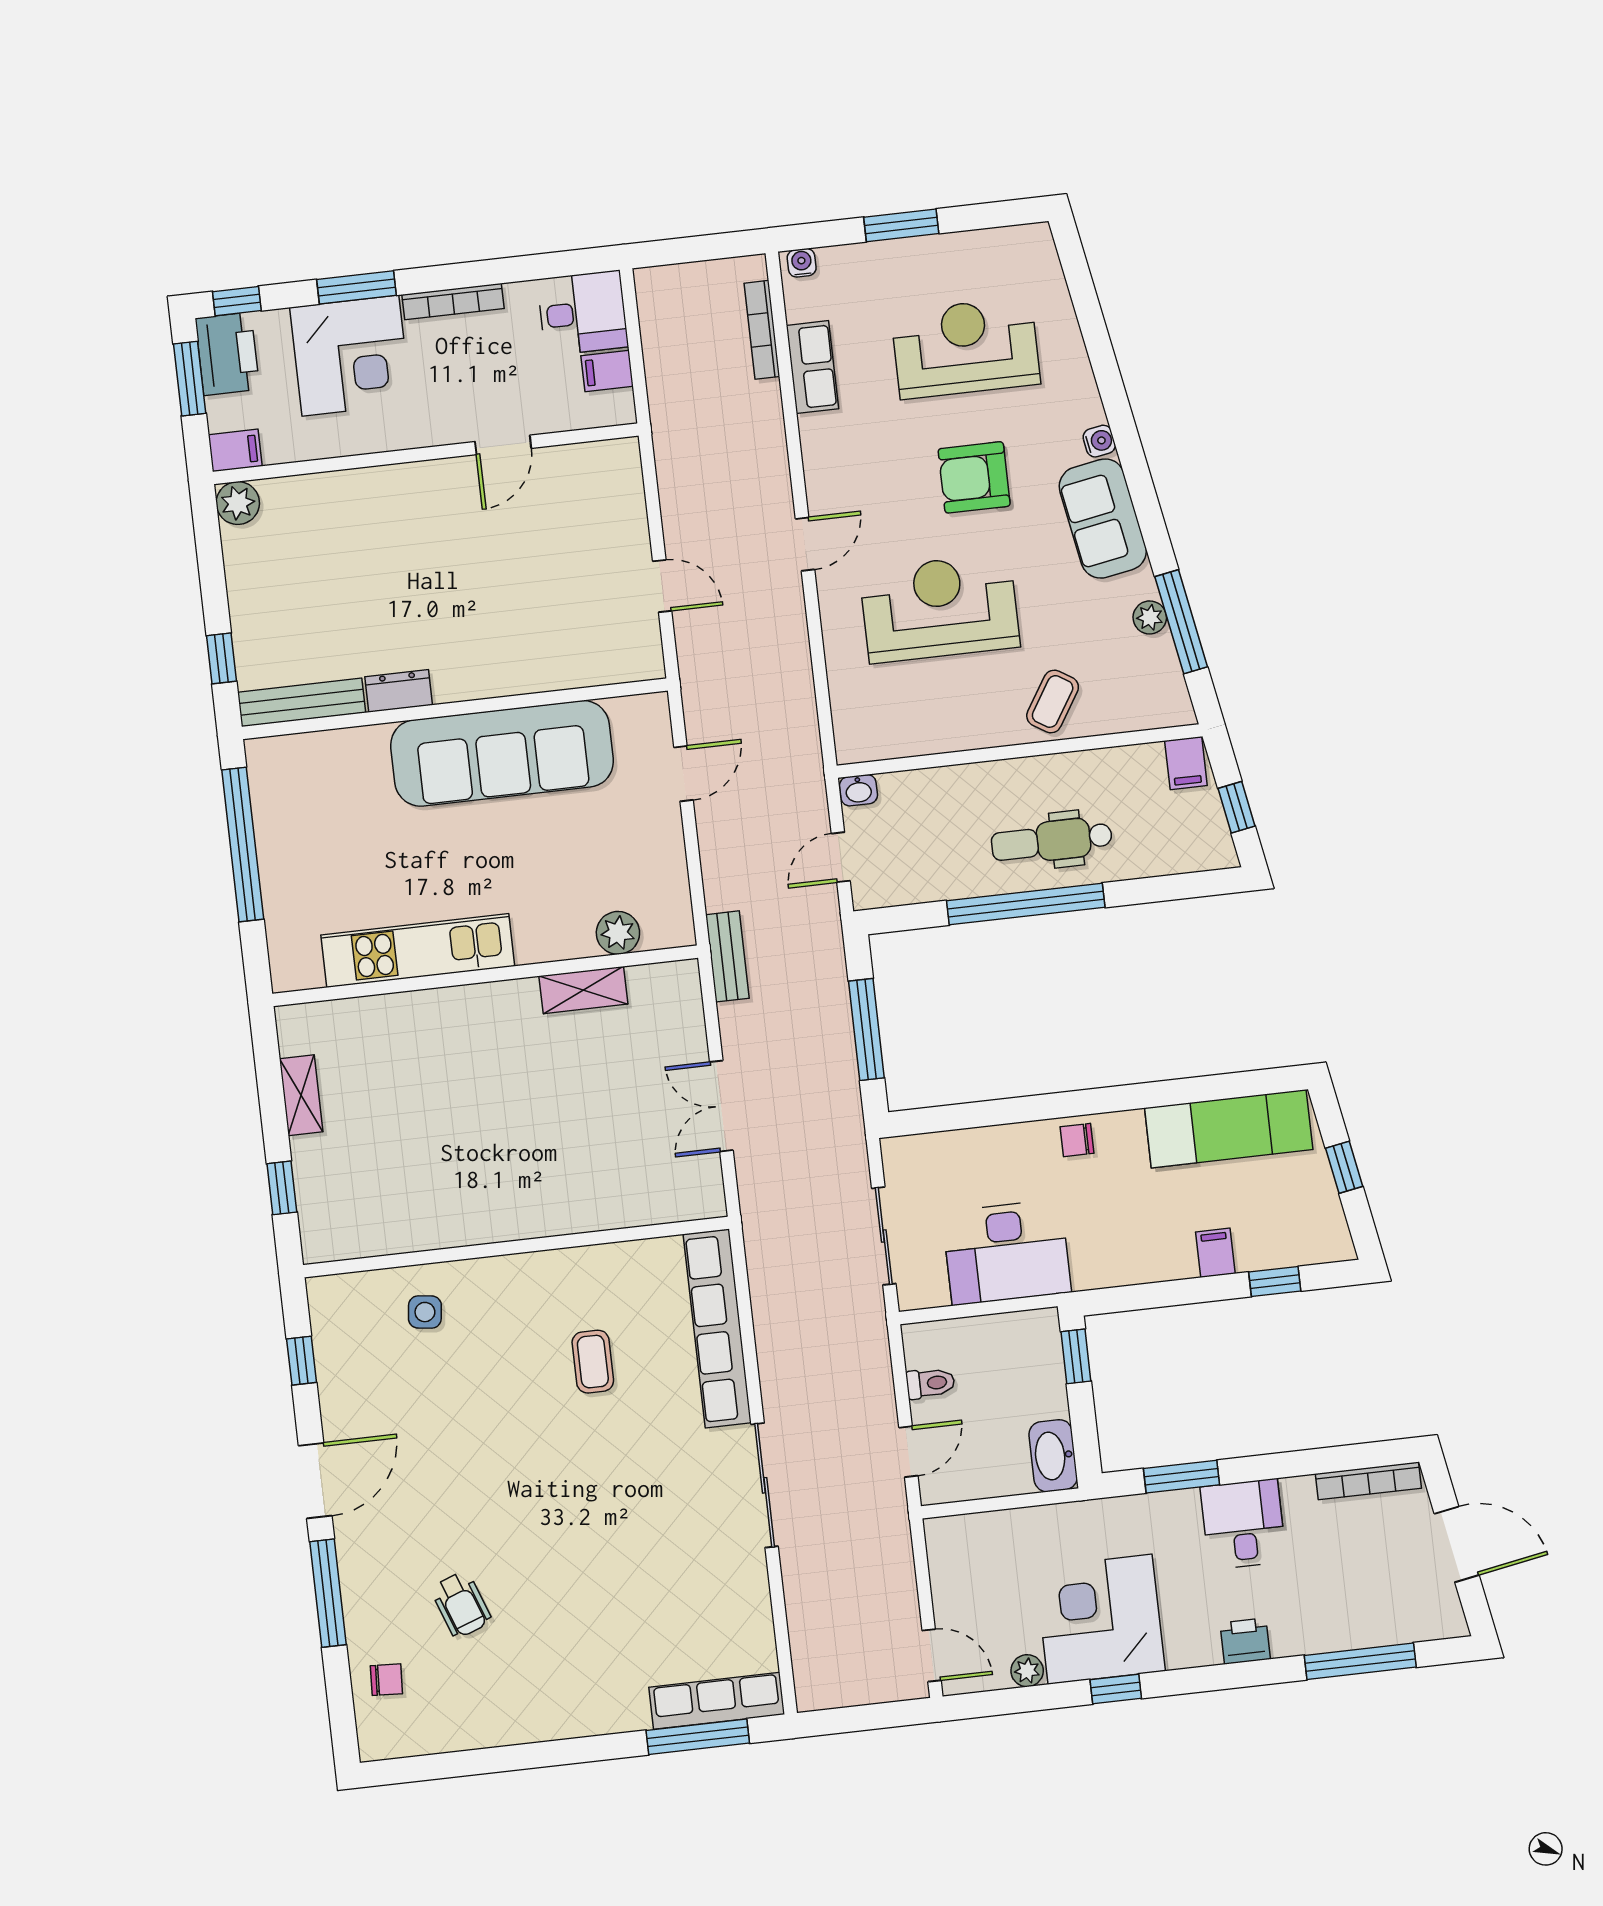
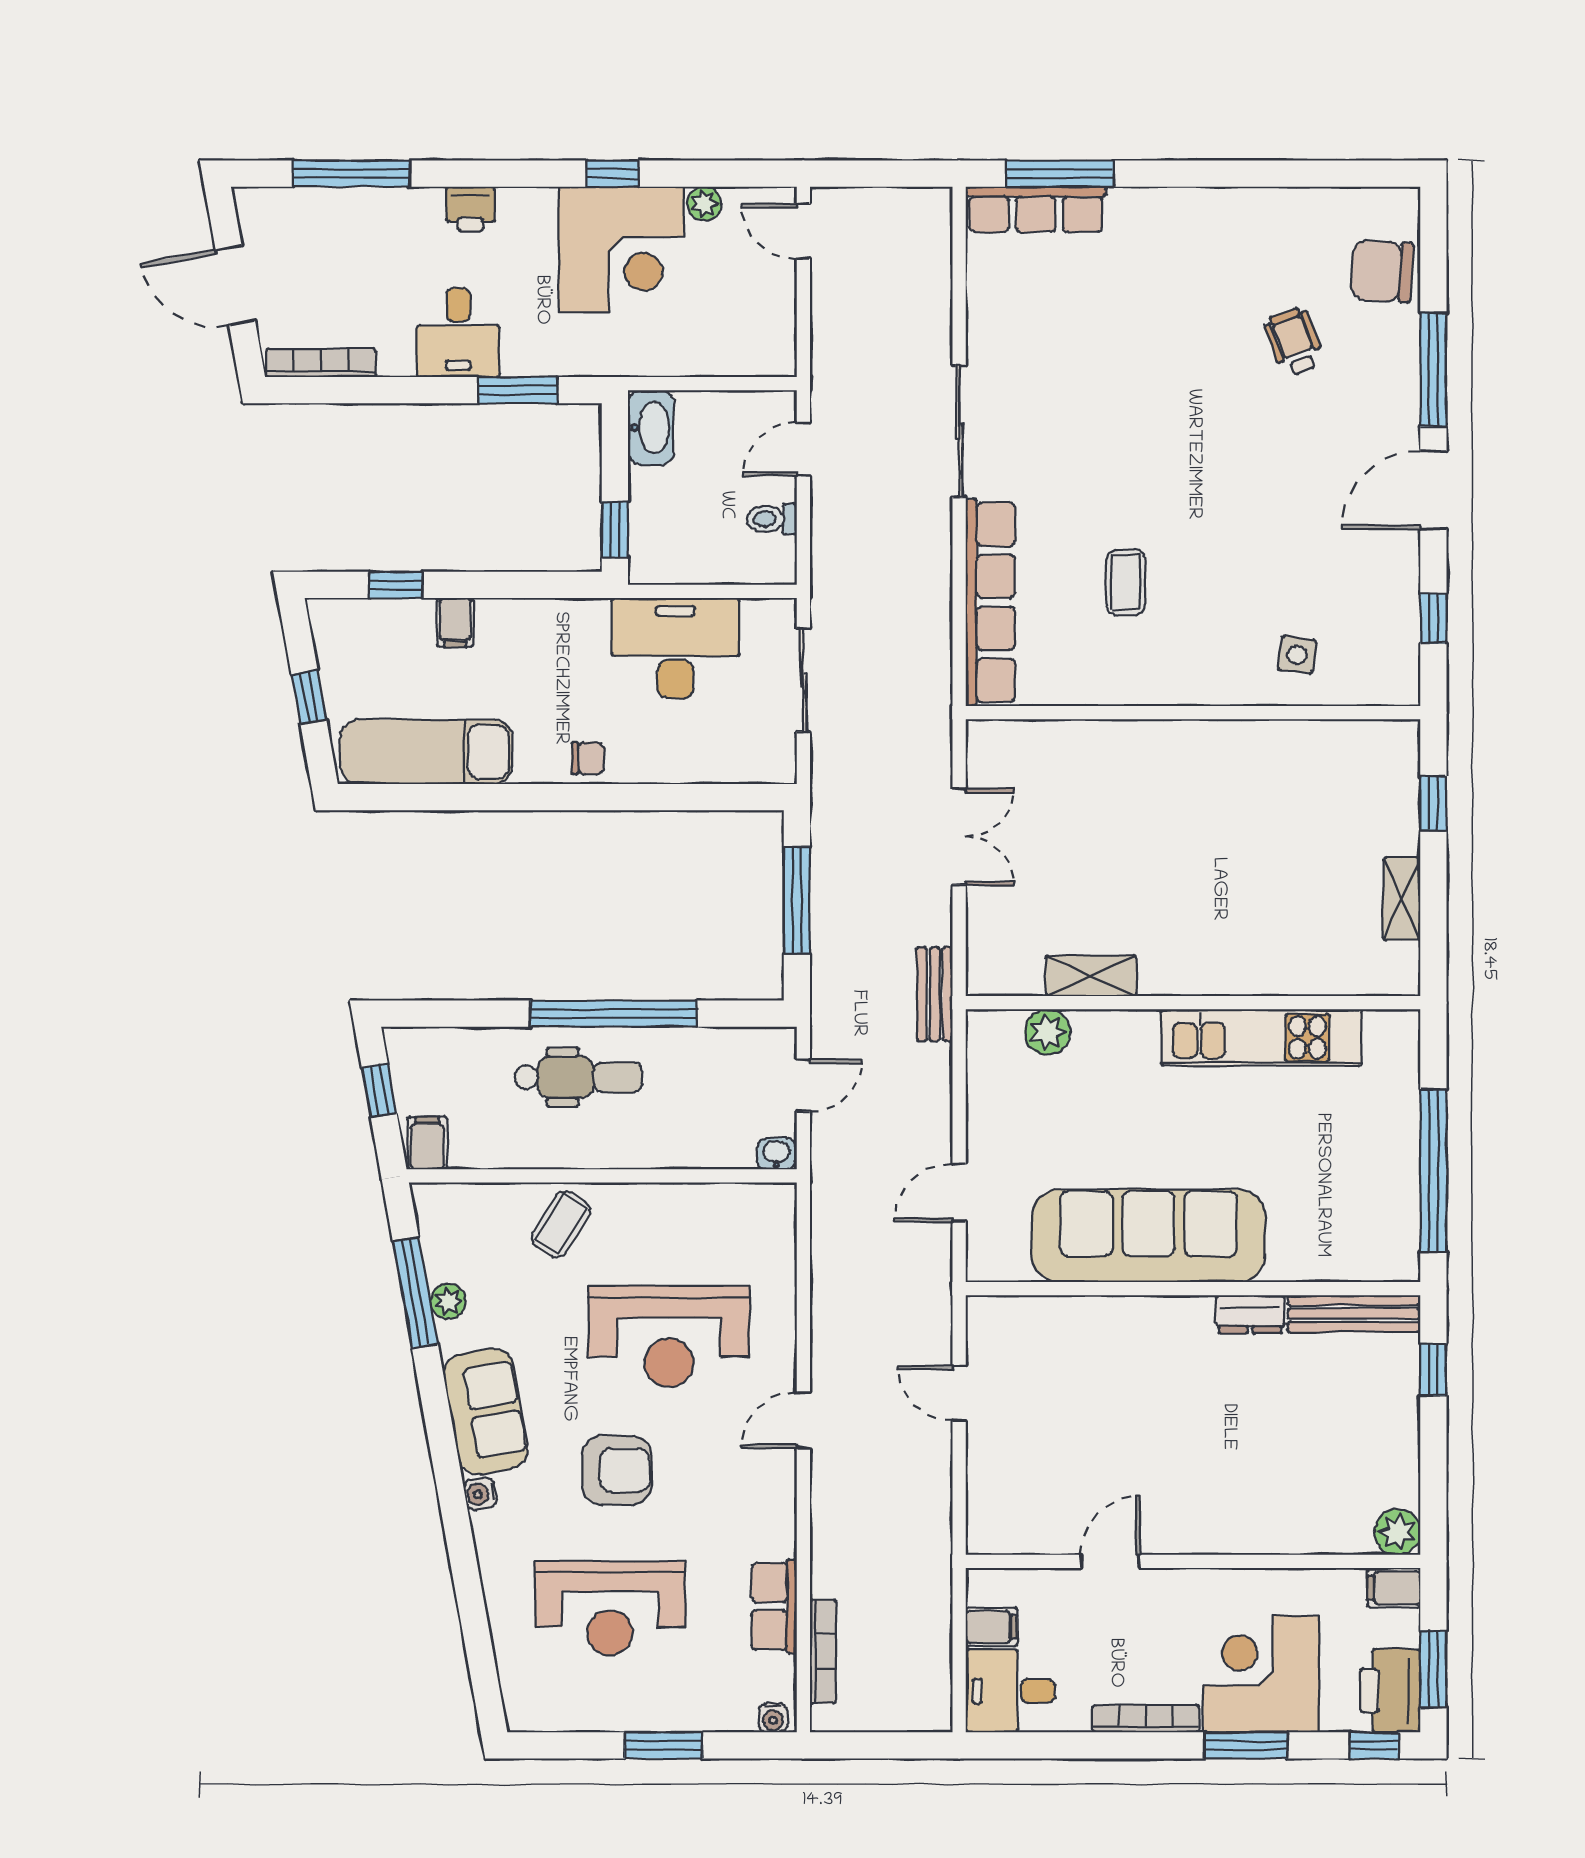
chair: (386, 1680) -> (1382, 271), width x1.87, depth x1.87

